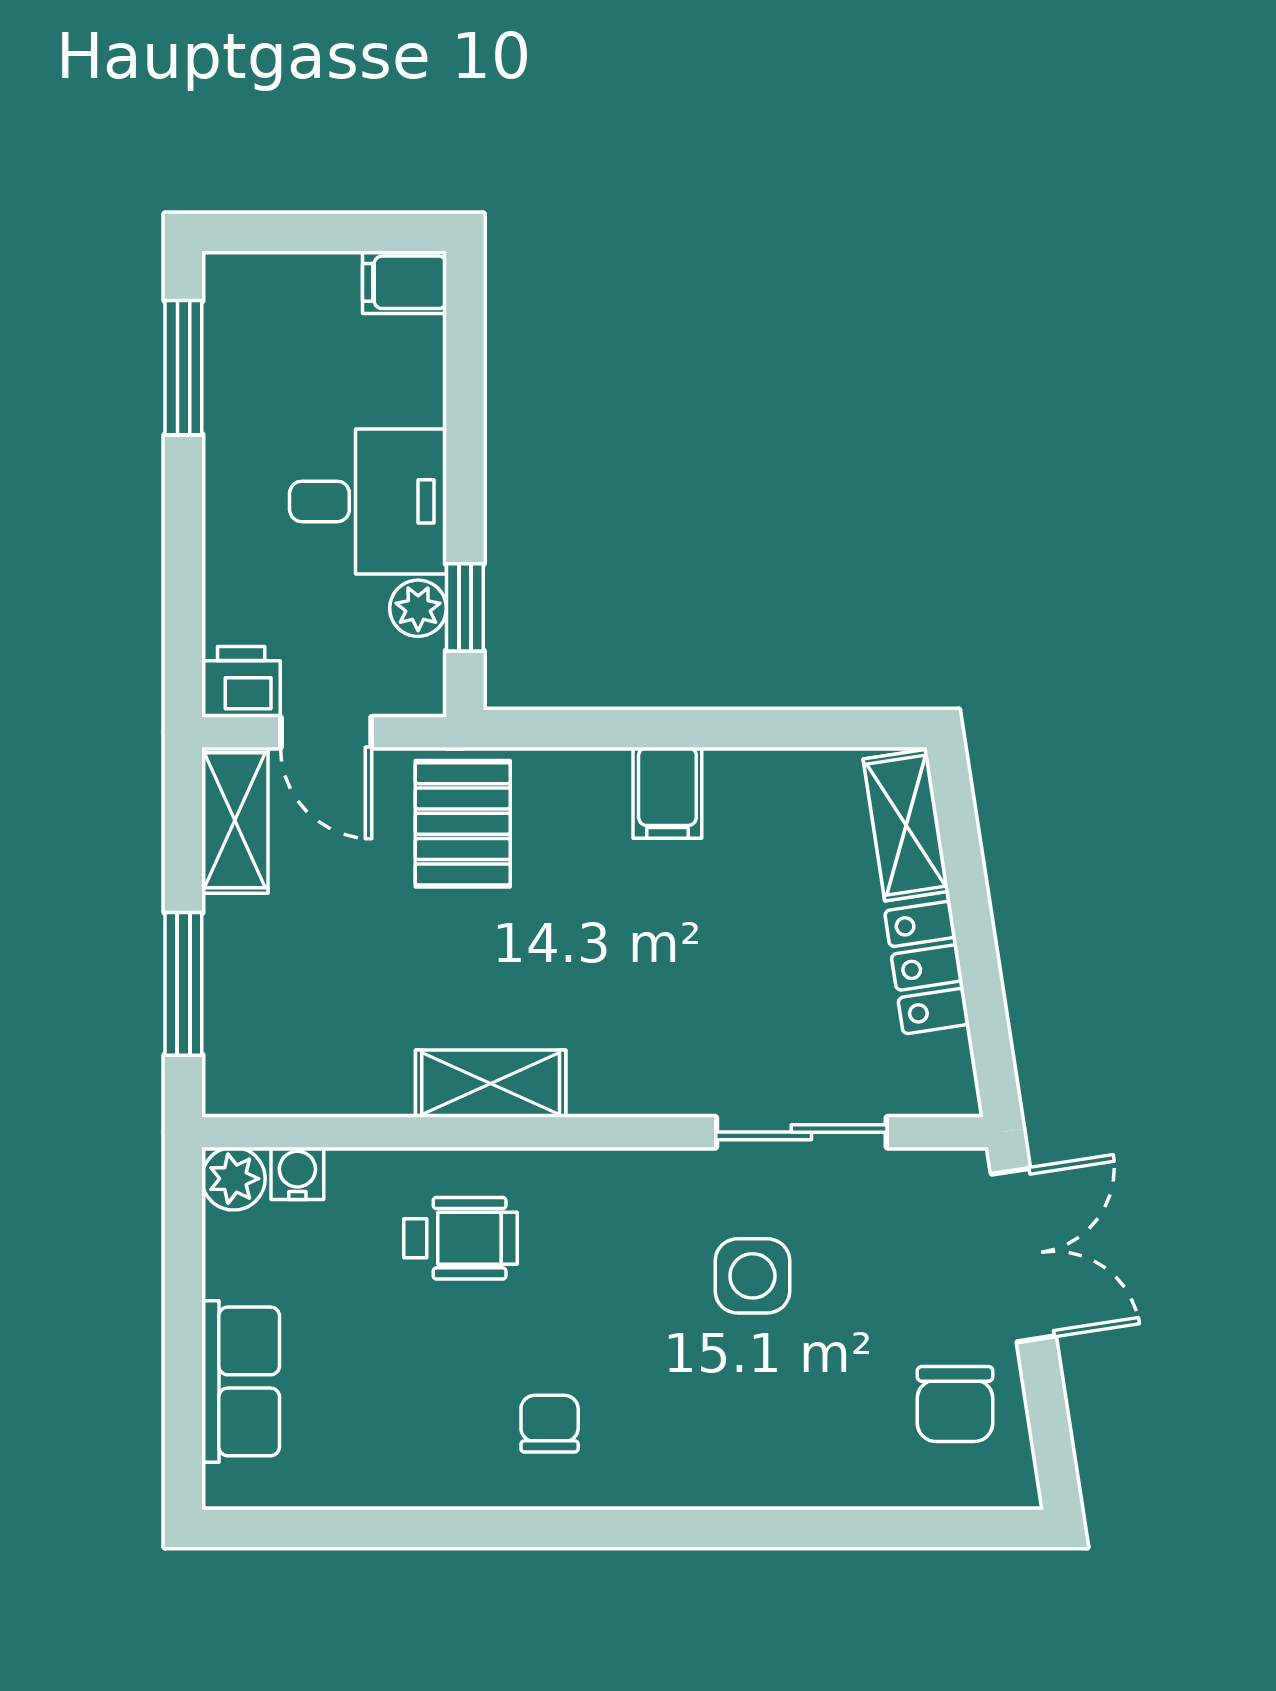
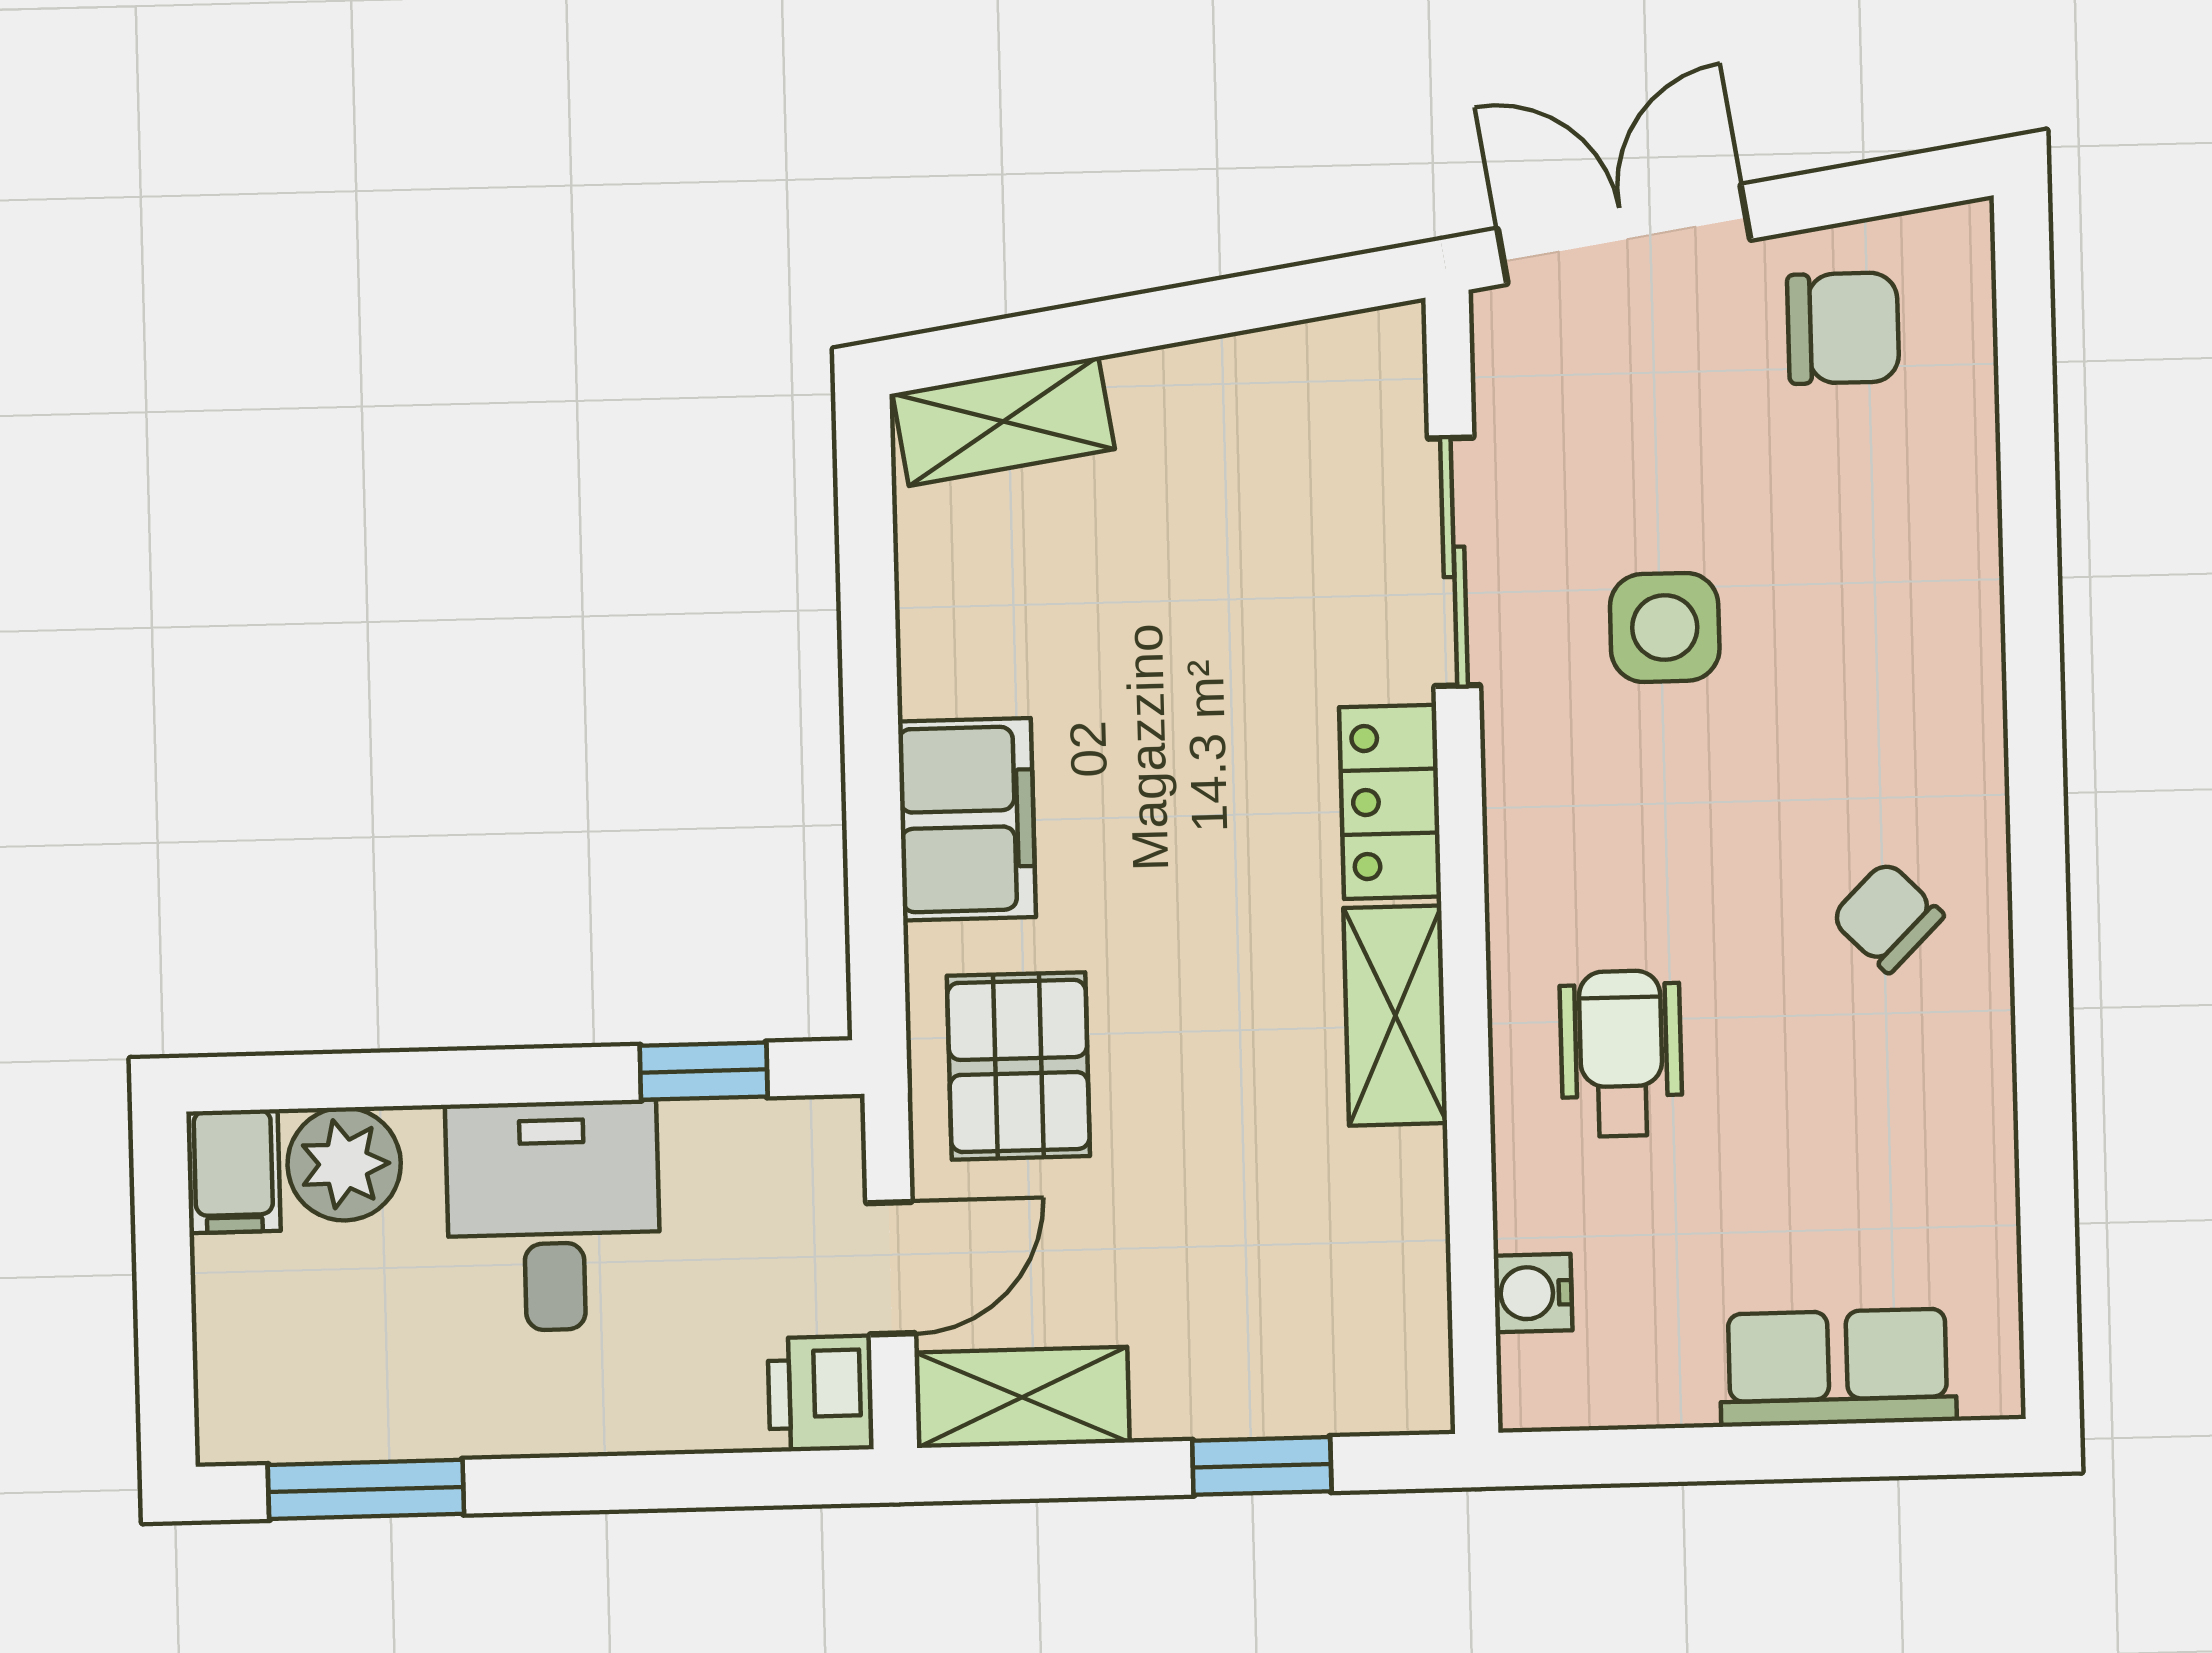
plant: (418, 608) -> (344, 1164), moved, width x1.38, depth x1.38
filing cabinet: (667, 793) -> (967, 819), width x2.00
pallet: (463, 824) -> (1018, 1066), turned 90
locker: (927, 968) -> (1390, 802), moved, turned 99
window: (183, 984) -> (1262, 1466), width x0.67
plant: (234, 1179) -> (1543, 1386), removed
chair: (550, 1424) -> (1887, 917), turned 45

